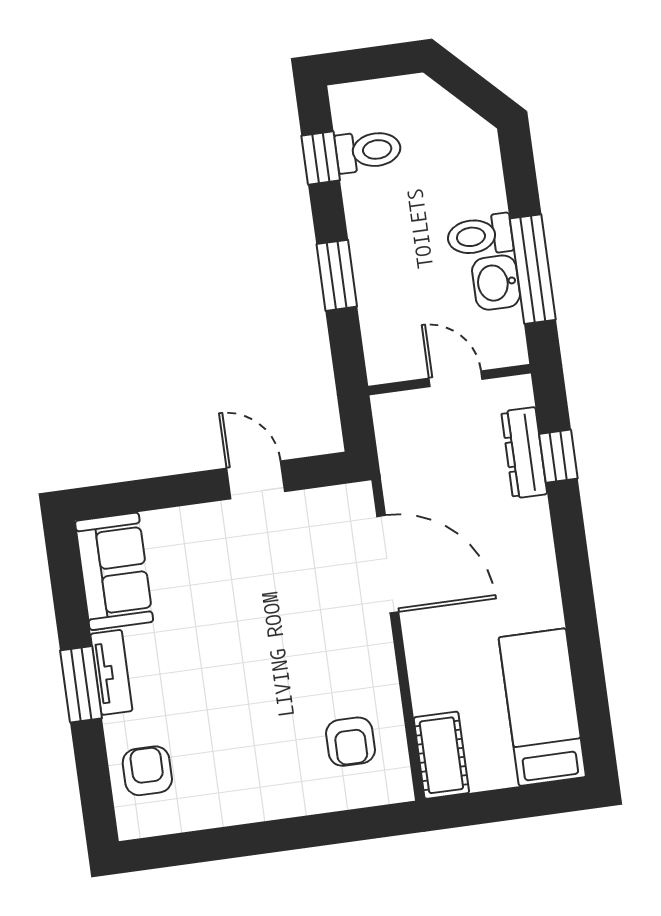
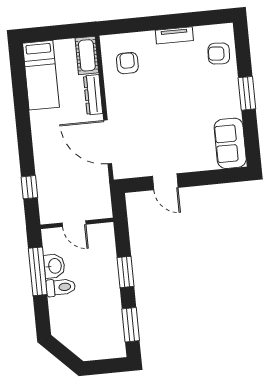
toilet: (368, 151) -> (109, 327), removed
window: (321, 158) -> (131, 325), width x1.50
dresser: (524, 453) -> (93, 95), moved, turned 180
tv unit: (111, 672) -> (174, 35), moved, turned -90
armchair: (147, 771) -> (219, 54), turned 94

